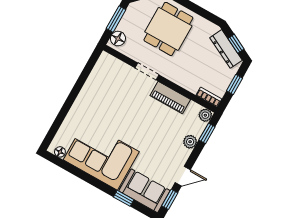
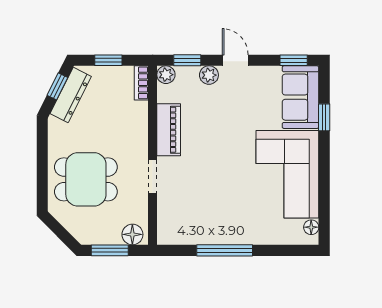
window: (76, 90) -> (225, 250), added
door: (183, 176) -> (235, 60), moved

